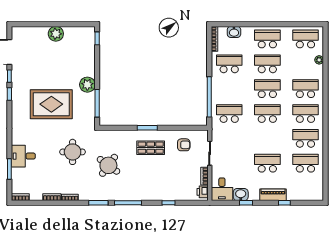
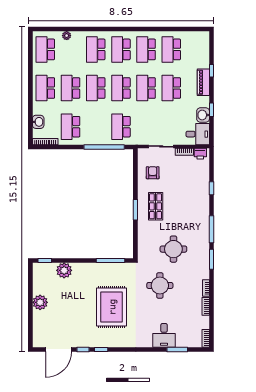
plant: (87, 85) -> (64, 270), moved
school desk: (267, 138) -> (146, 88), added
round table: (108, 165) -> (173, 249), turned -36

